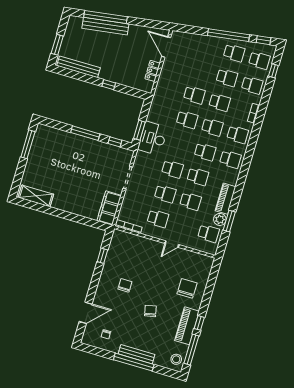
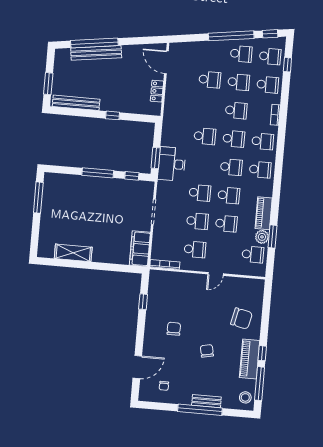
school desk: (194, 95) -> (210, 80), moved
shelving: (36, 196) -> (73, 253), moved
chair: (187, 288) -> (242, 318), turned 102
bench: (136, 354) -> (206, 401), width x0.73

